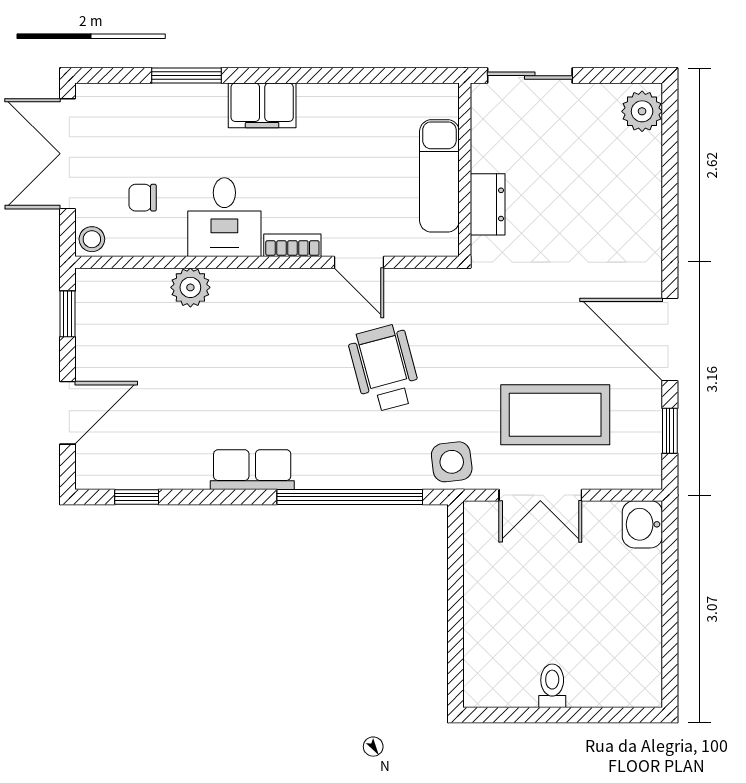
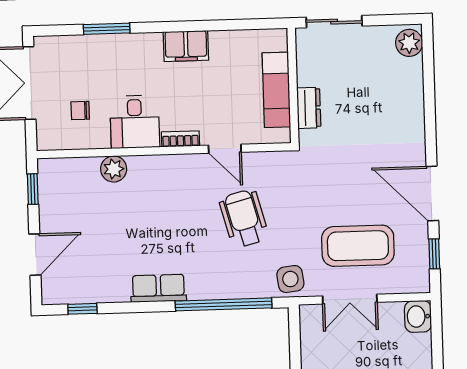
filing cabinet: (262, 105) -> (186, 46), moved
stool: (92, 239) -> (47, 139), removed

